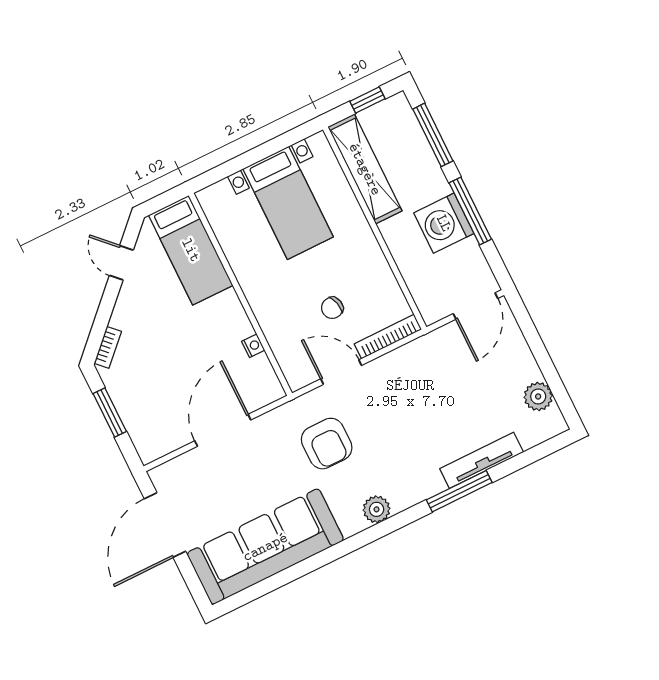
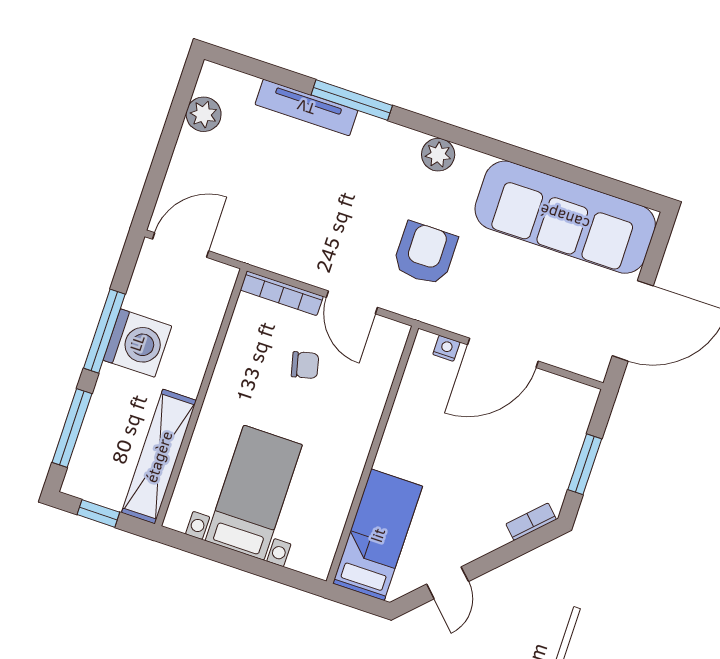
nightstand: (253, 346) -> (446, 348), moved, turned 90

